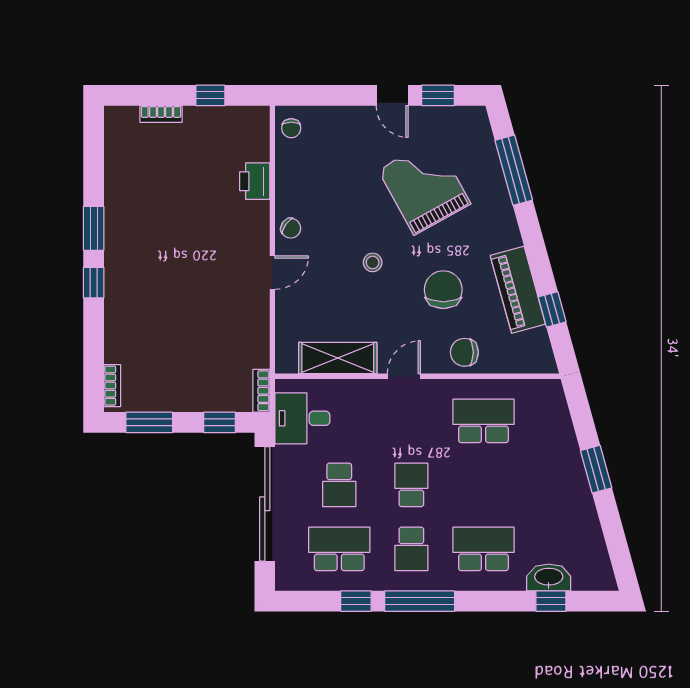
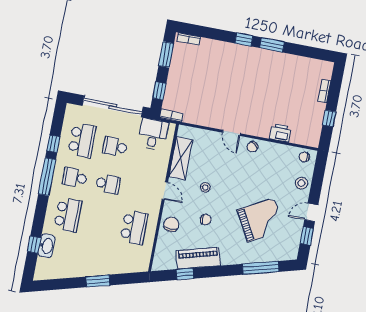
stool: (341, 124) -> (301, 183), added
stool: (373, 262) -> (205, 187), moved
chair: (443, 290) -> (206, 220), width x0.54, depth x0.54

